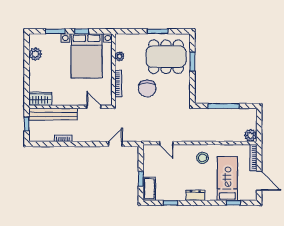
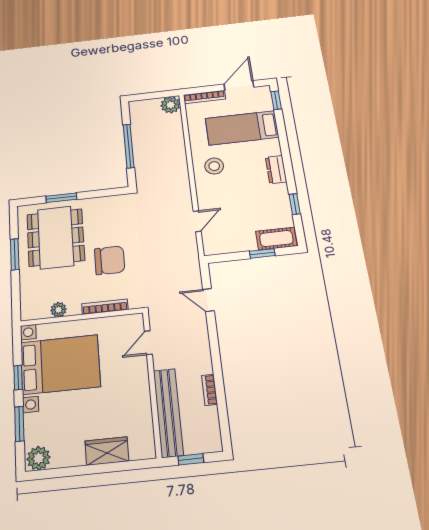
plant: (35, 54) -> (39, 458), moved
wardrobe: (40, 99) -> (107, 451), moved, turned 90
window: (234, 203) -> (276, 100), moved

